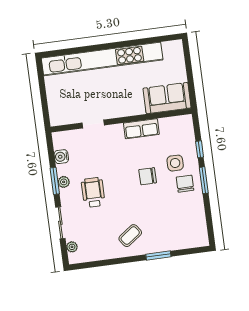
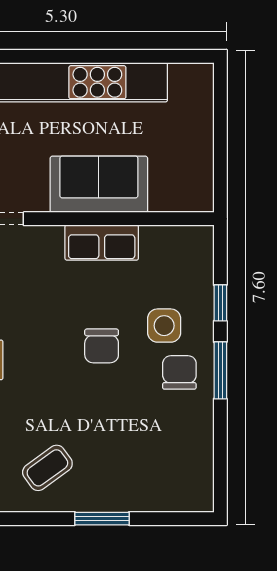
sofa: (167, 98) -> (99, 184), moved
chair: (148, 176) -> (102, 346), turned -90

